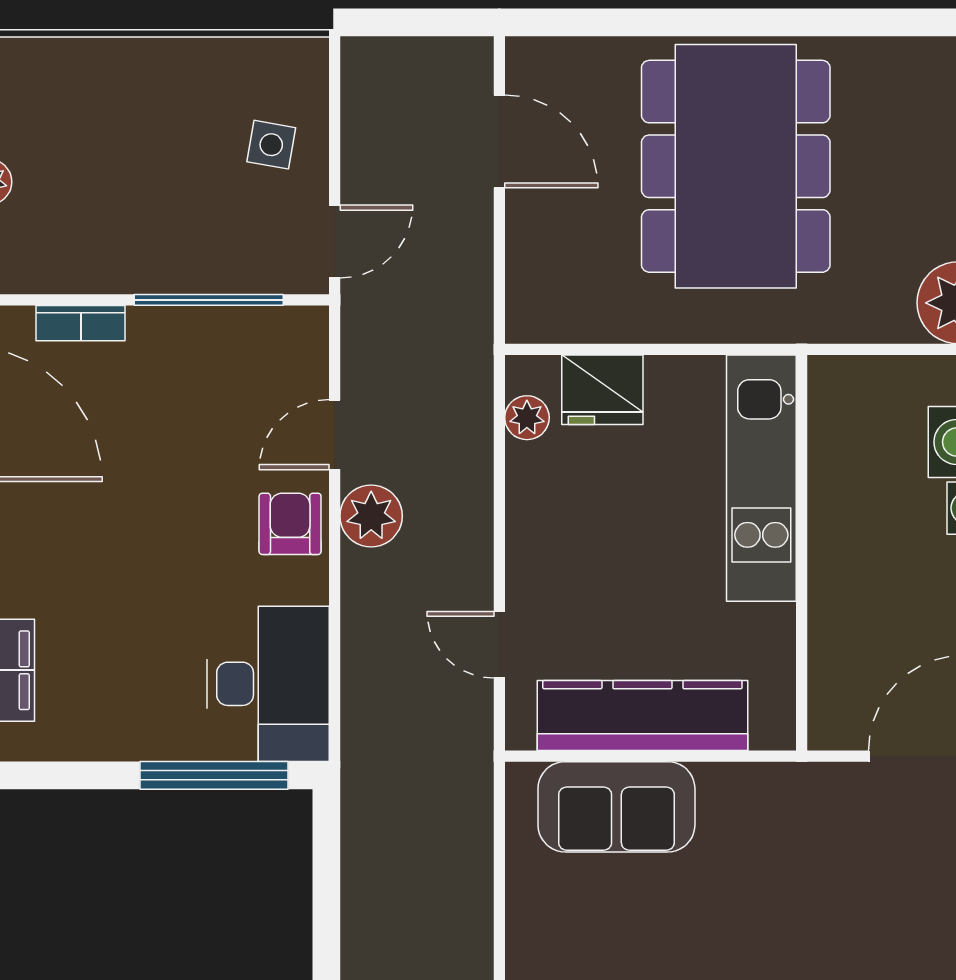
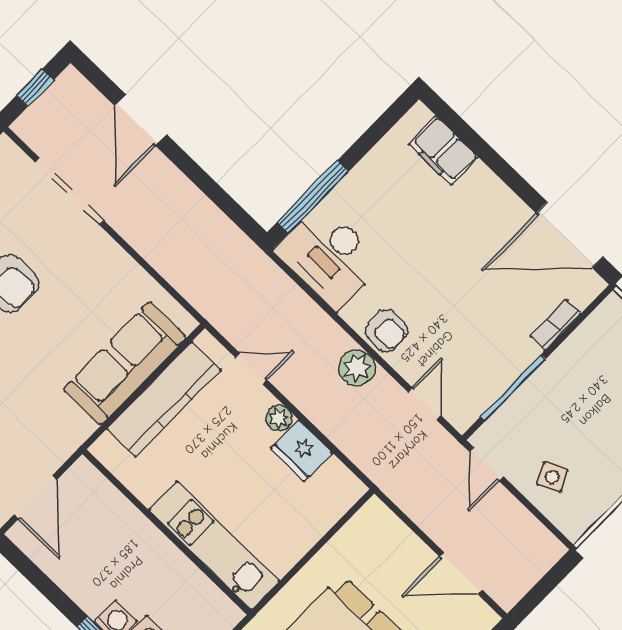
side table: (271, 145) -> (552, 477), turned -36
fridge: (602, 390) -> (302, 451), moved, turned -90
plant: (527, 418) -> (279, 418), moved
door: (335, 435) -> (425, 404), moved
sofa: (616, 807) -> (125, 363), width x1.36

